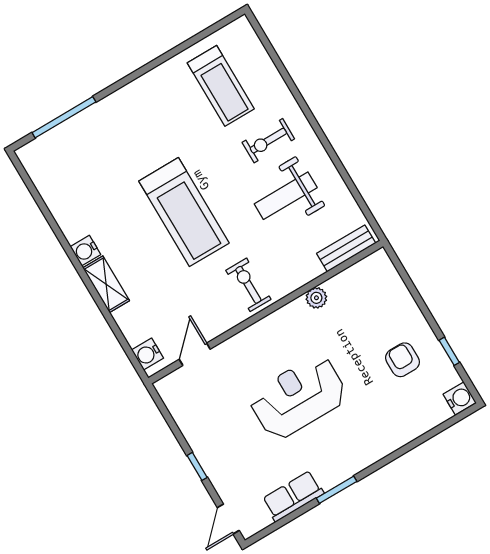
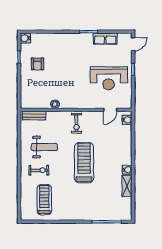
shelving: (106, 284) -> (127, 186), moved
reception desk: (298, 397) -> (109, 78), moved

